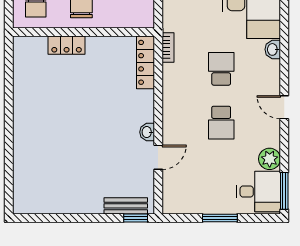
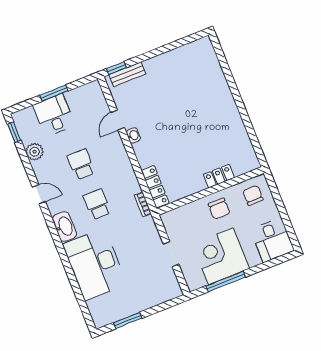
washbasin: (273, 49) -> (64, 226), width x1.91, depth x1.45
school desk: (221, 69) -> (97, 204), turned 180
window: (284, 191) -> (14, 132), width x0.67
desk: (258, 192) -> (54, 115), moved, turned 90

